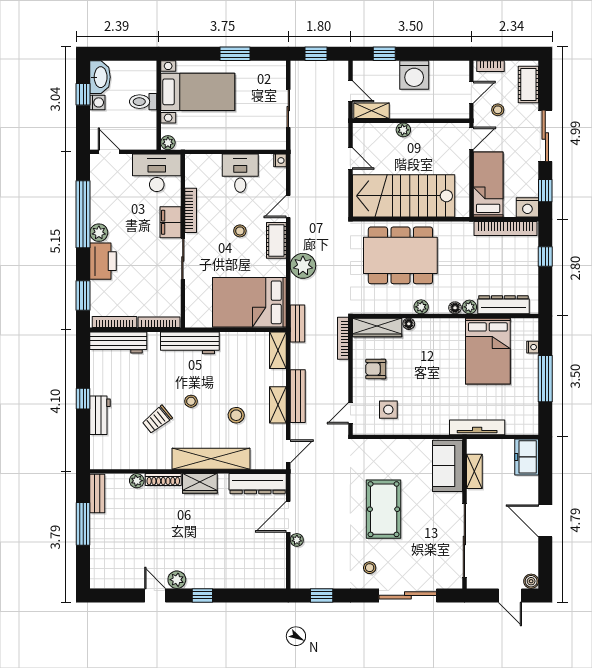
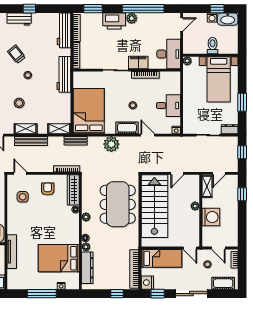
dresser: (279, 74) -> (230, 129), added
washing machine: (414, 75) -> (211, 217), moved, turned 180

